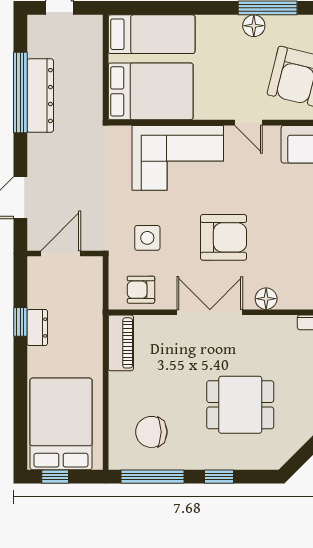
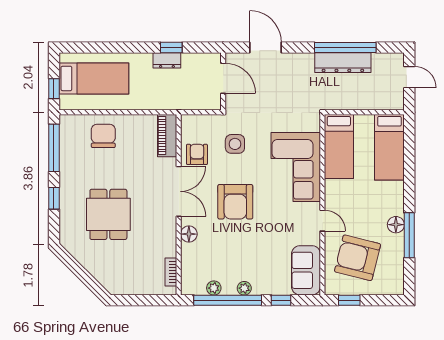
bed: (151, 91) -> (339, 146), width x0.67
door: (248, 123) -> (322, 221), swing flipped
armchair: (141, 290) -> (197, 154), moved
piano: (121, 343) -> (167, 136), moved, turned 90
bed: (61, 424) -> (94, 78), width x0.67
chair: (151, 432) -> (103, 136), moved
window: (55, 477) -> (54, 89), moved

